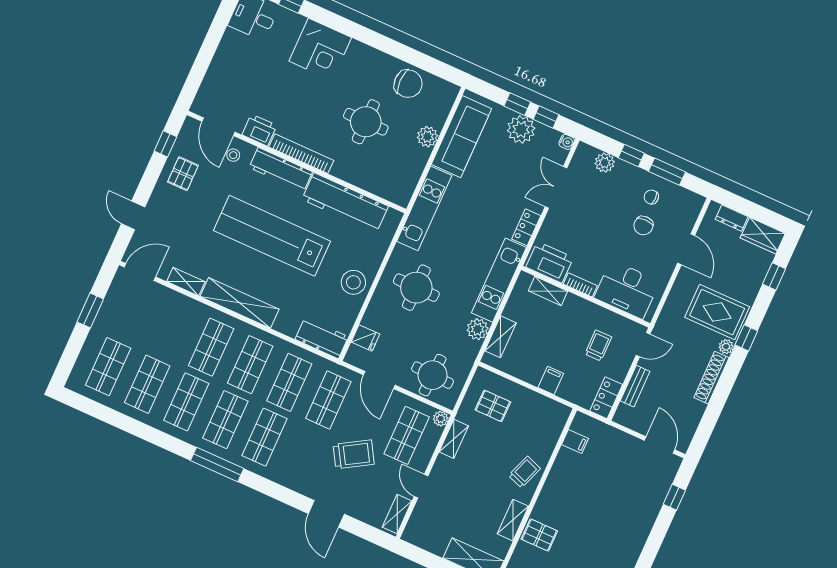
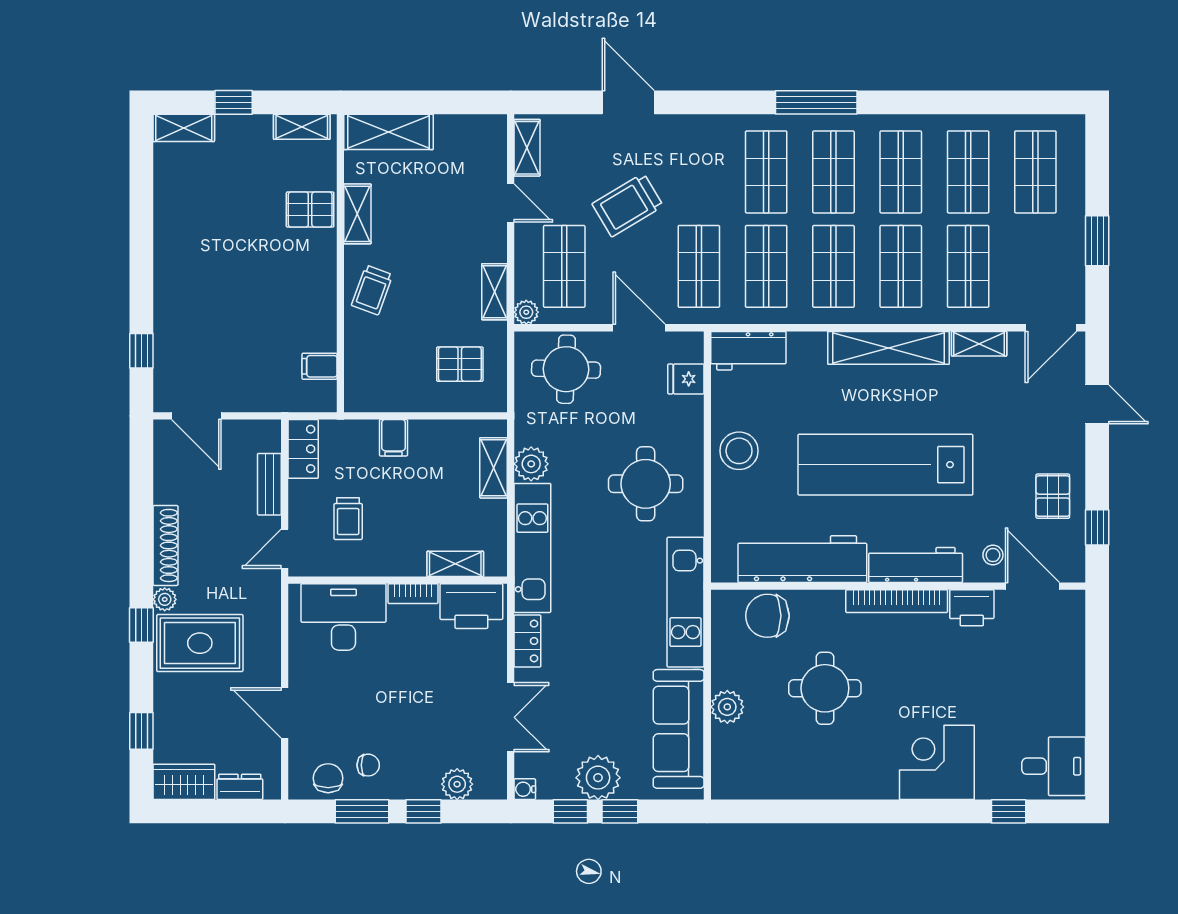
chair: (408, 84) -> (767, 616), moved
chair: (643, 226) -> (328, 778), moved
lab bench: (272, 236) -> (885, 465), turned 180
shop shelf: (172, 329) -> (968, 266), added

